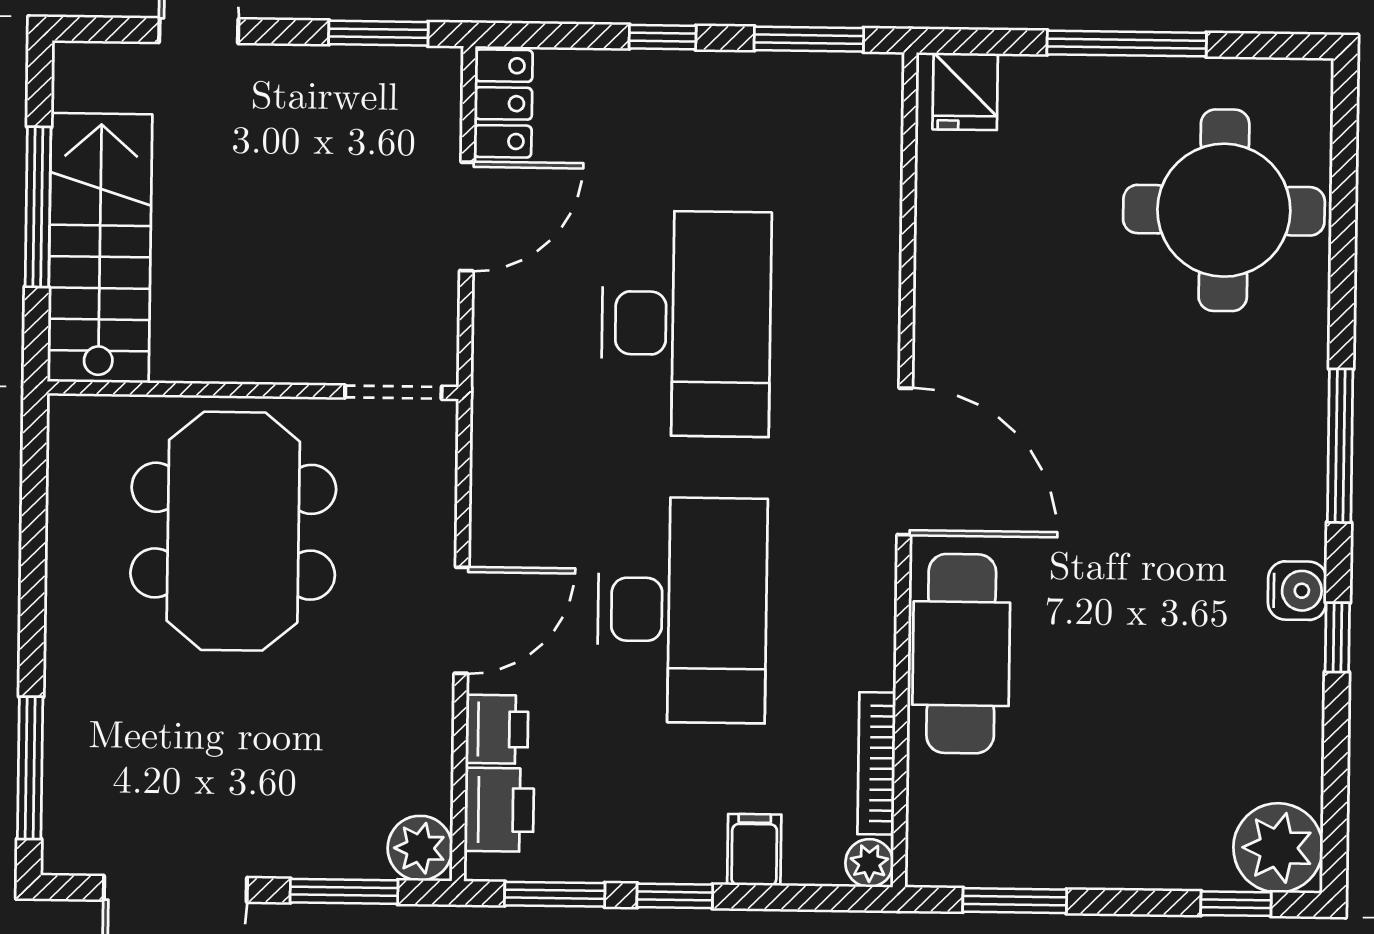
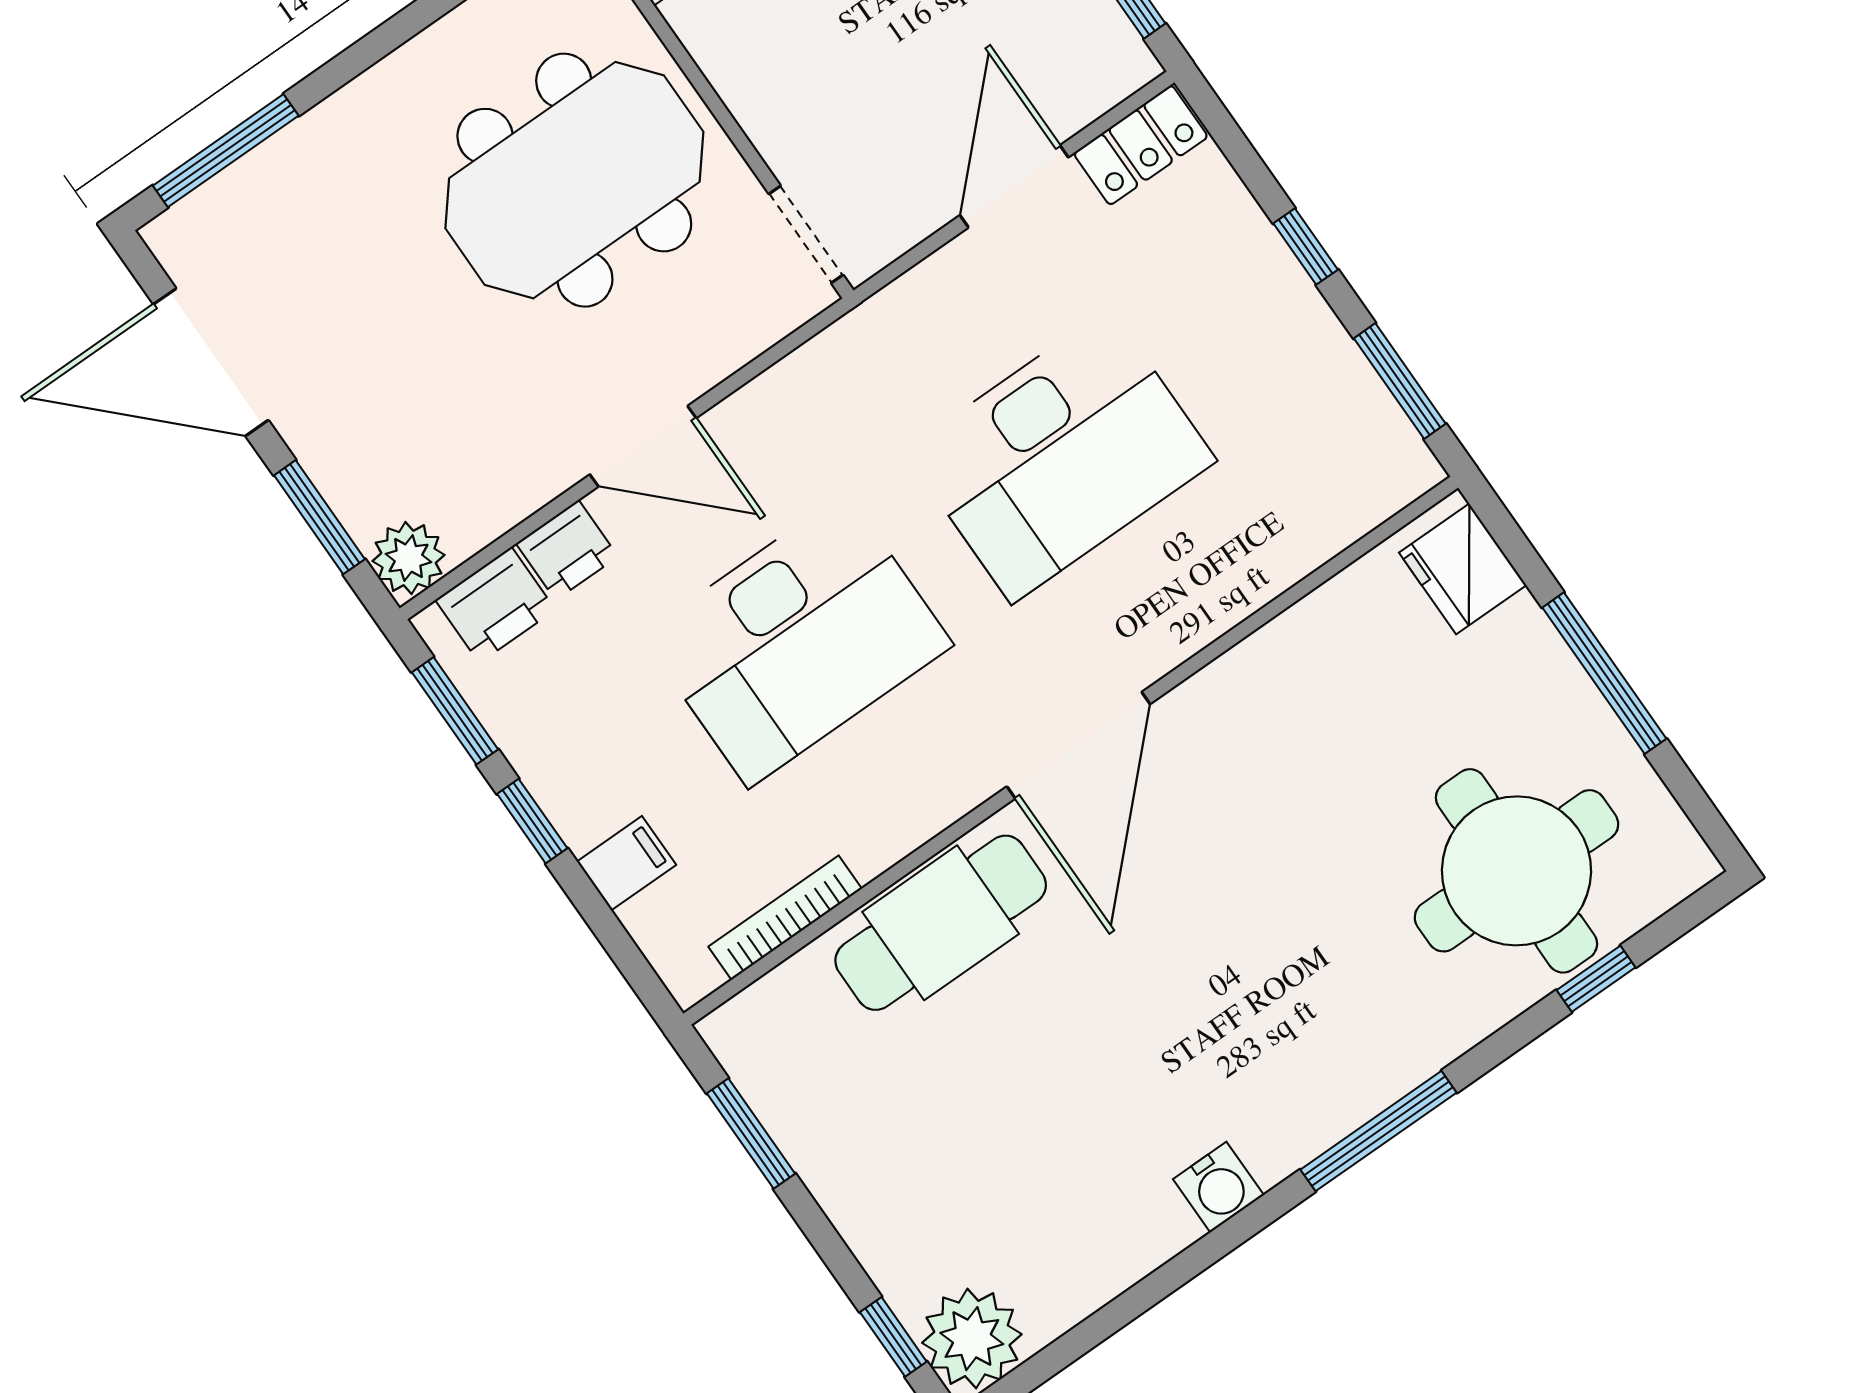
fridge: (965, 91) -> (1463, 569), width x1.38
door: (467, 216) -> (1014, 186), swing flipped
window: (1337, 637) -> (1596, 979), moved
plant: (869, 863) -> (690, 977), removed

